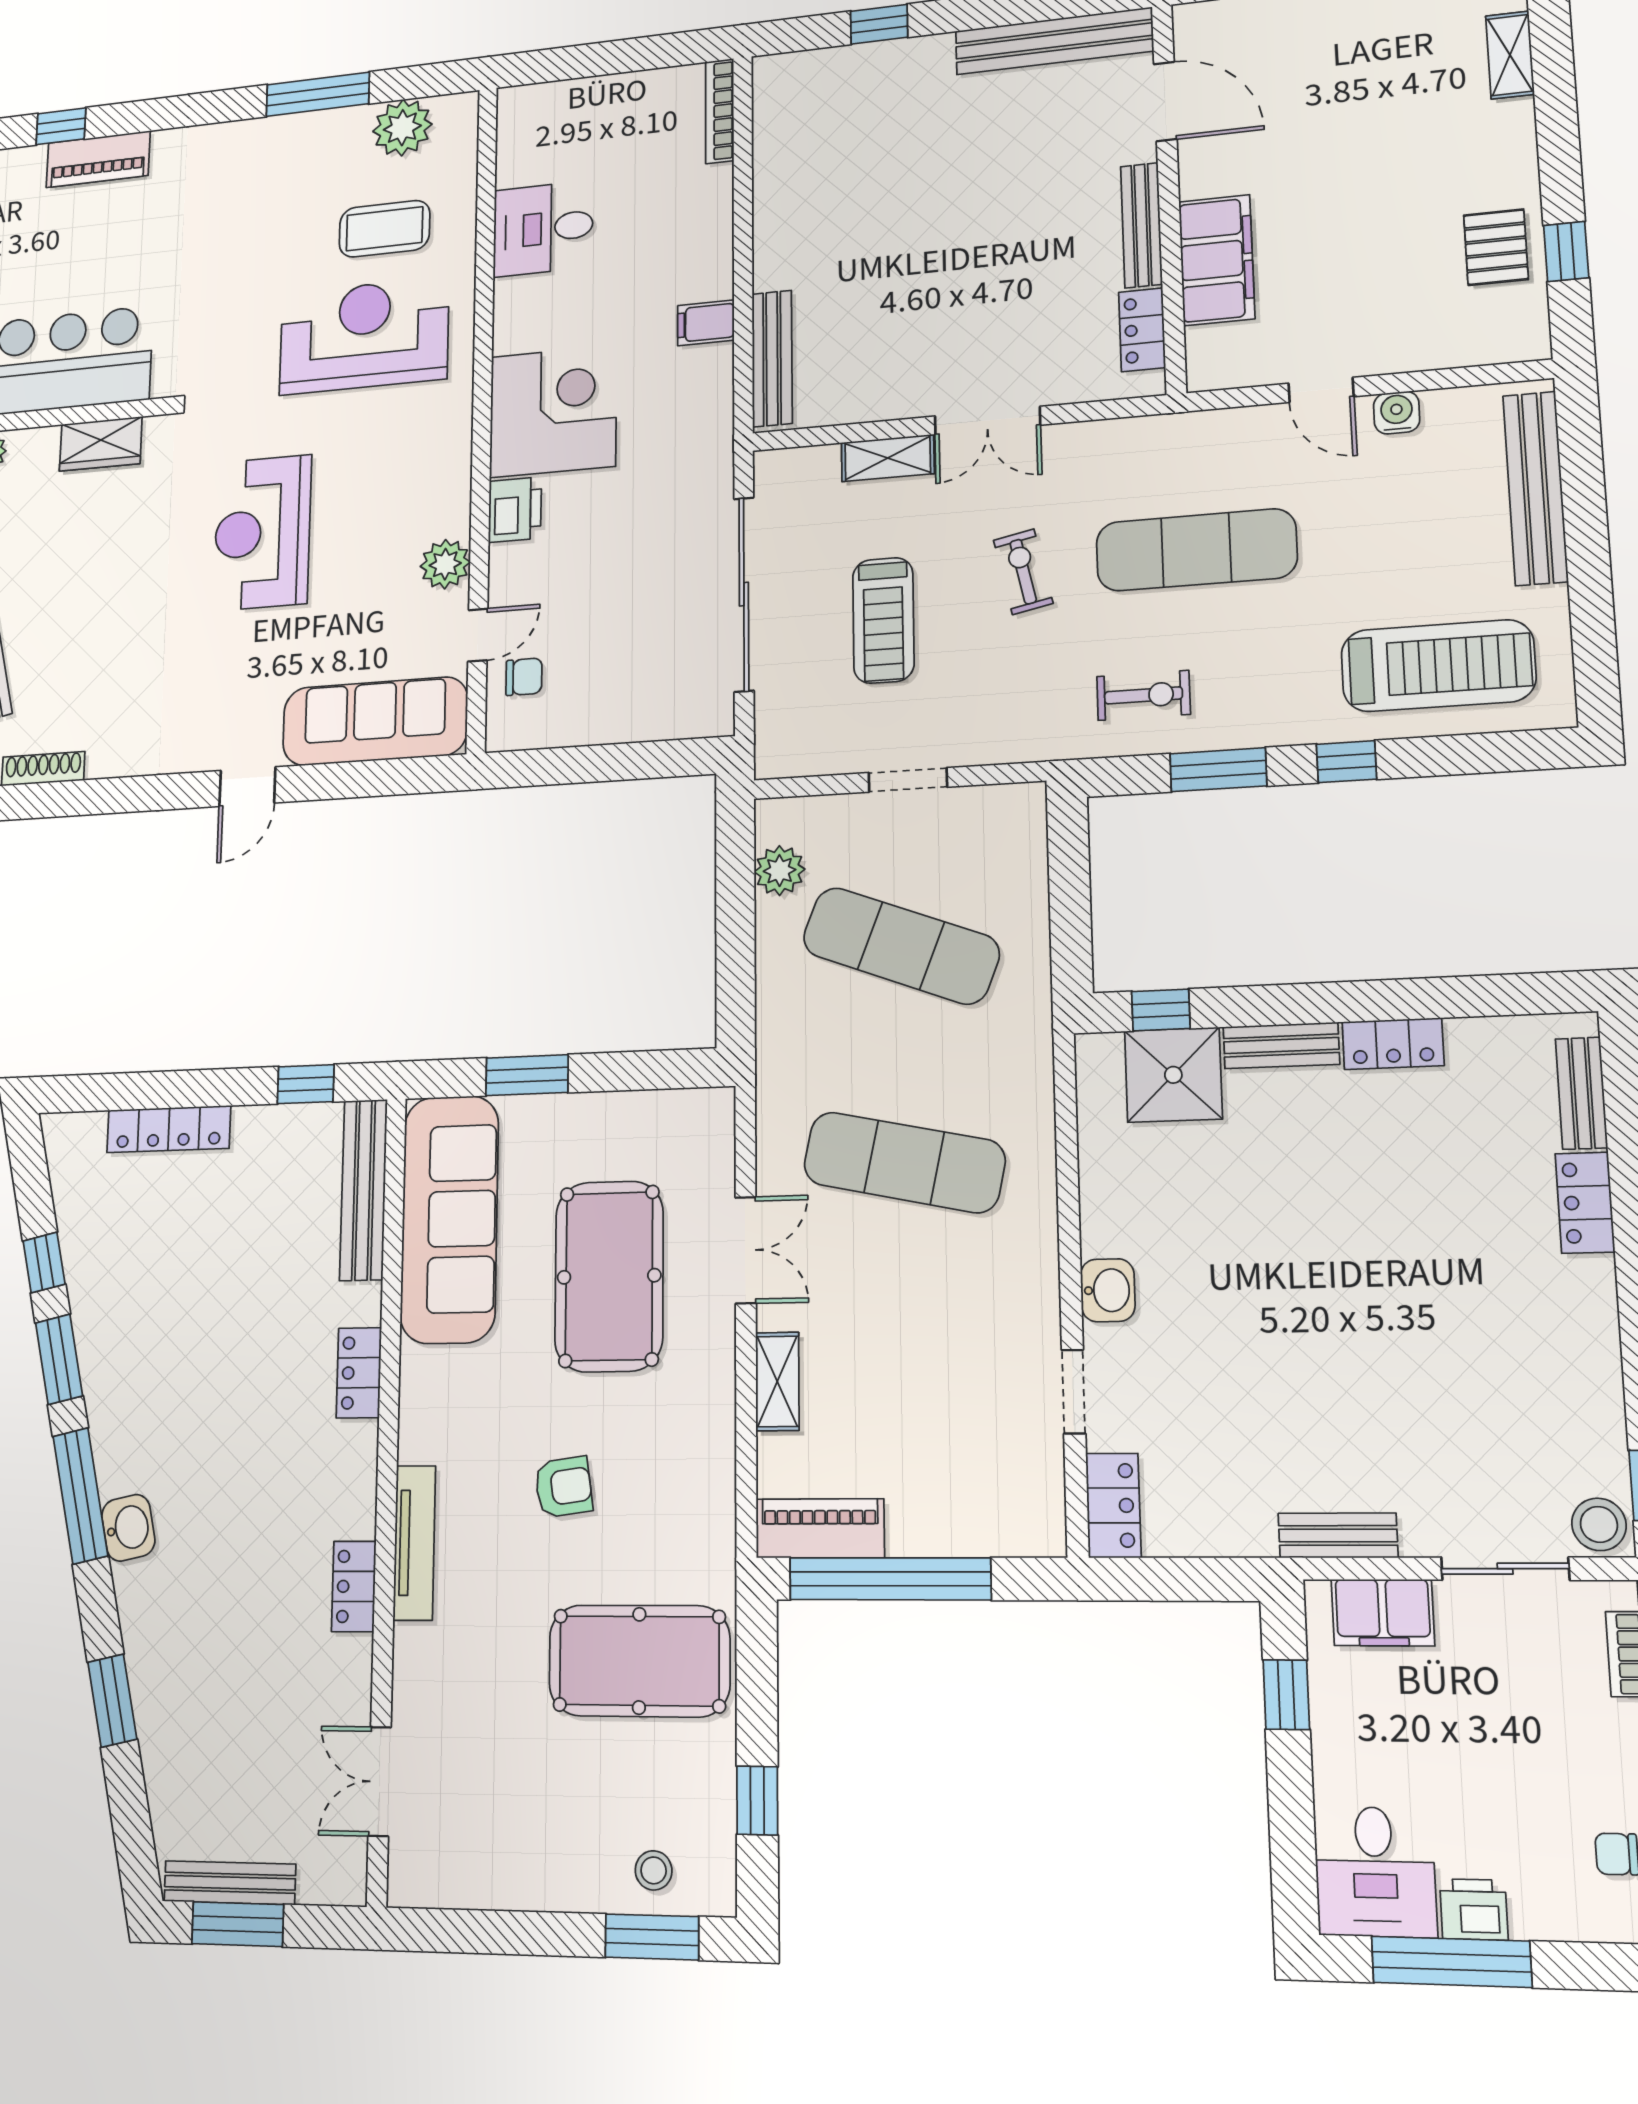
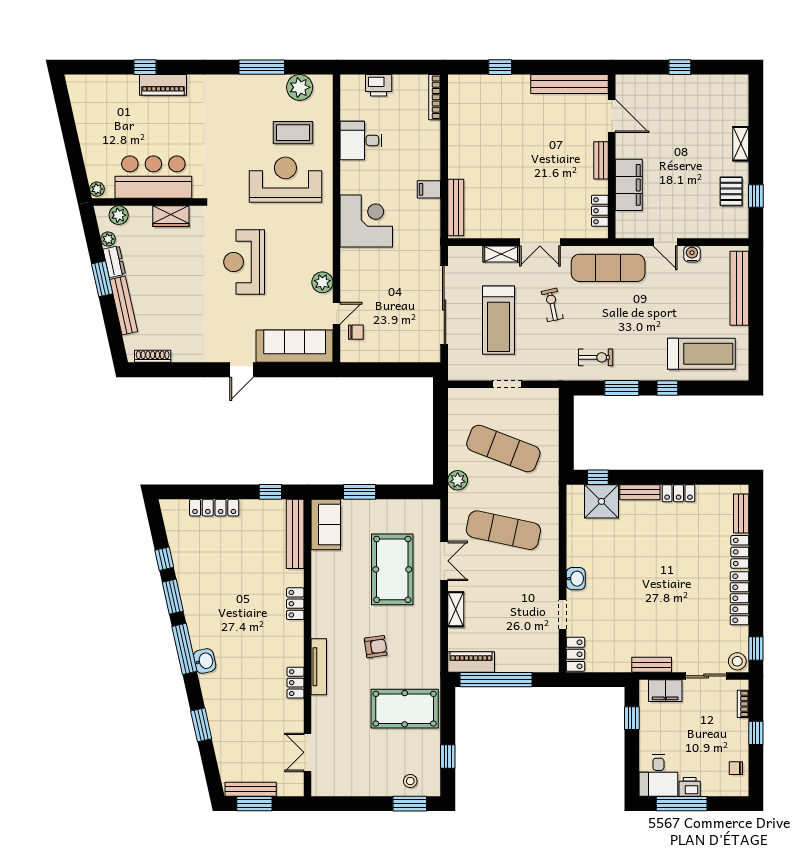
shelving: (1510, 55) -> (741, 144), moved
bench: (1141, 225) -> (601, 160), width x0.73
printer: (515, 510) -> (379, 85), moved, turned 90
exercise mat: (1196, 550) -> (608, 268), moved
treadmill: (883, 620) -> (498, 320), width x1.37, depth x1.38
plant: (780, 871) -> (458, 480), moved
sofa: (449, 1219) -> (326, 525), width x0.54, depth x0.79
locker: (1593, 1337) -> (739, 598), added

